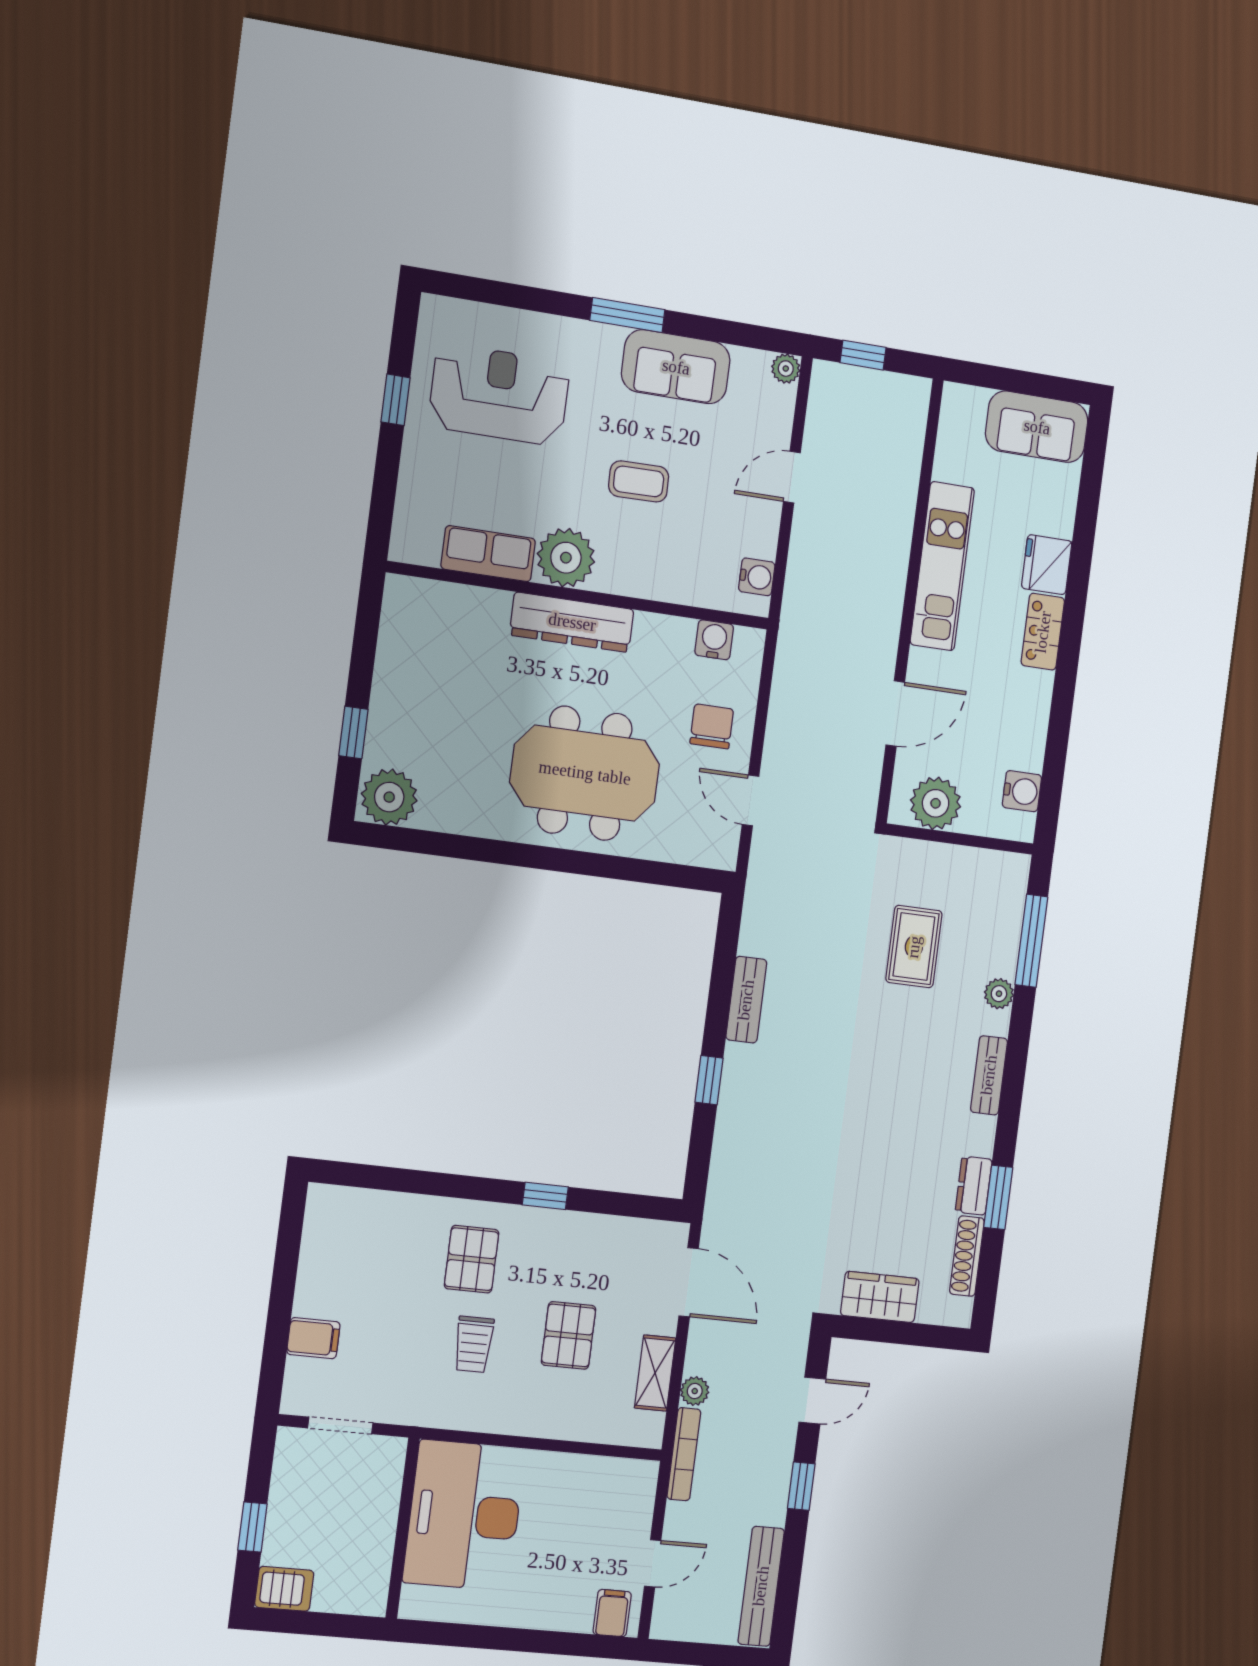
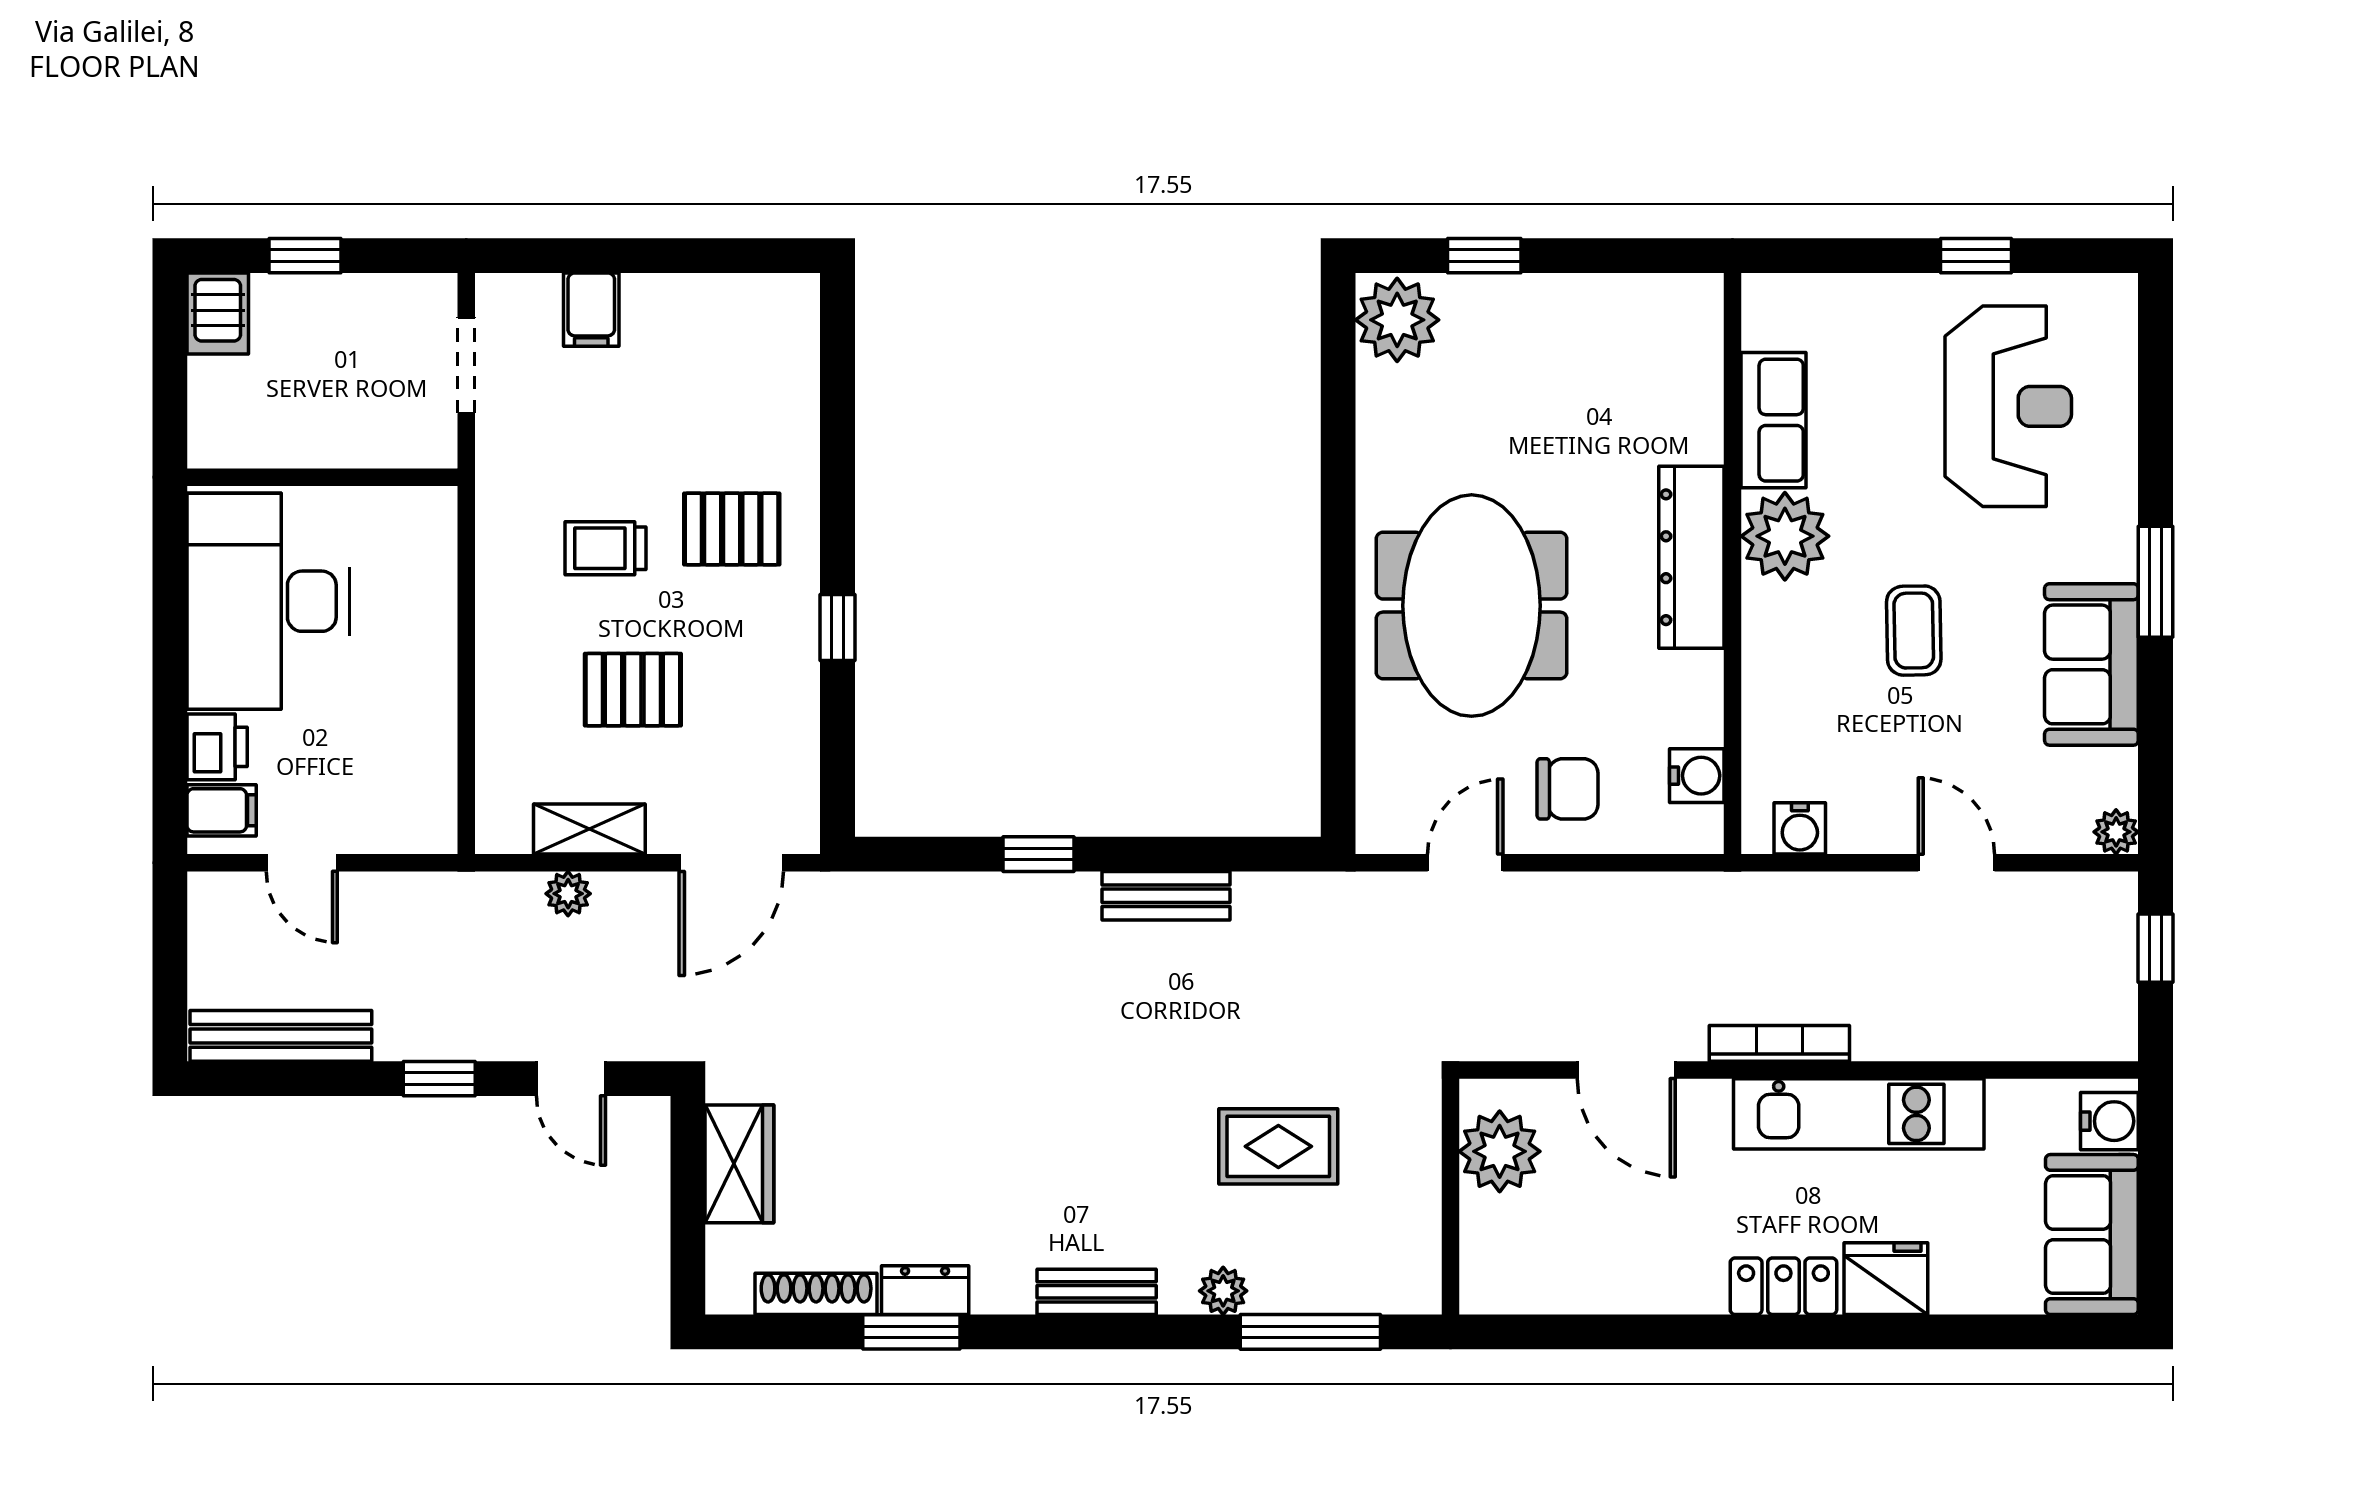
water cooler: (1022, 791) -> (2109, 1121), moved, turned -90
bookcase: (684, 1454) -> (1779, 1043), moved, turned 180
desk: (464, 1515) -> (268, 601), moved, turned -90
printer: (571, 1613) -> (217, 747), added

